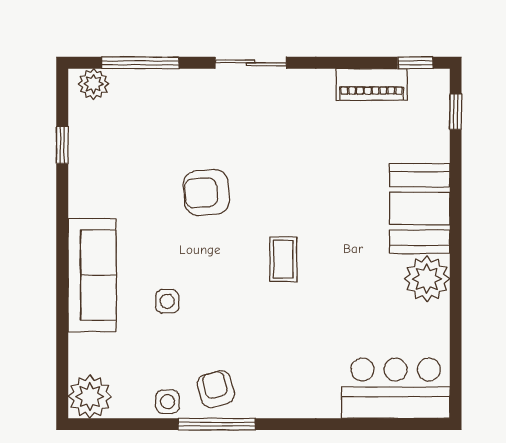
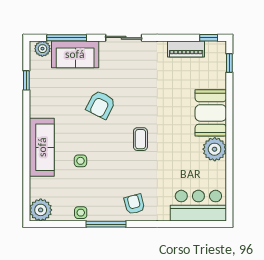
sofa: (157, 95) -> (75, 54), added
armchair: (206, 192) -> (101, 105), turned -59
armchair: (216, 389) -> (134, 204), moved

